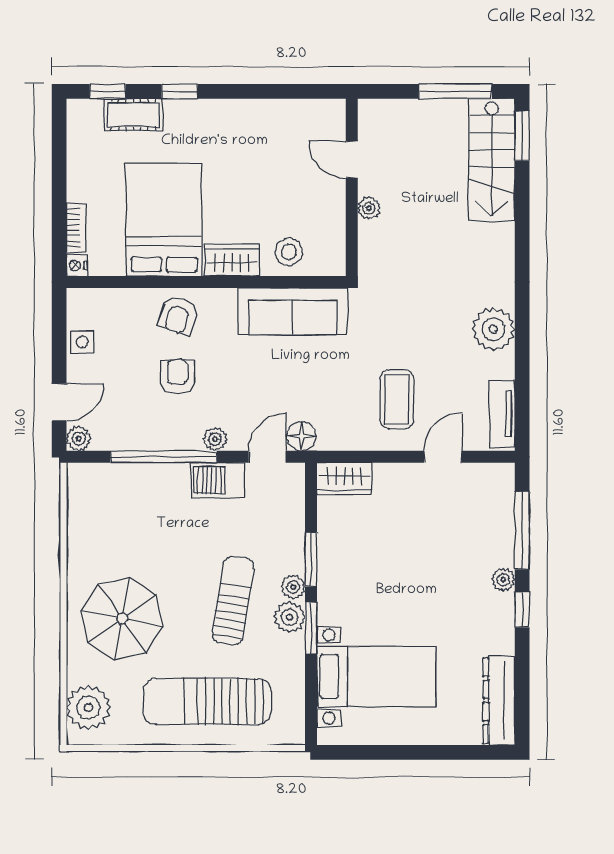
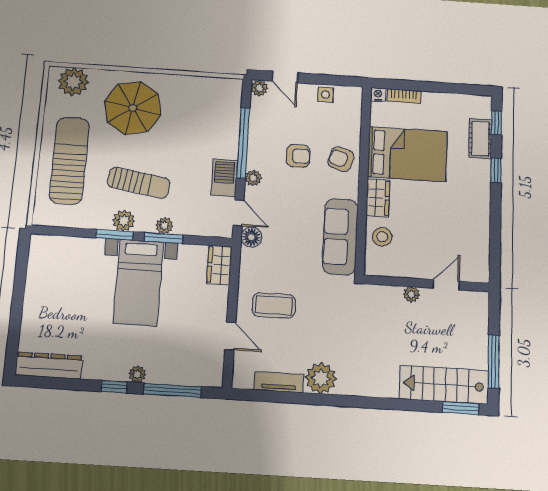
tv unit: (502, 414) -> (279, 382), moved
plant: (293, 587) -> (164, 226), moved
bed with nightstands: (376, 676) -> (138, 282), moved

